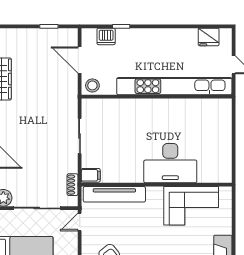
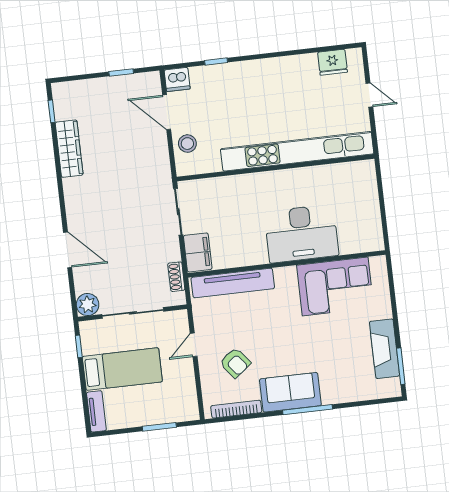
dishwasher: (106, 36) -> (177, 79), moved
kitchen unit: (174, 86) -> (297, 151), moved
wall: (157, 97) -> (275, 168), moved
filing cabinet: (91, 175) -> (198, 252), width x2.00
door: (80, 222) -> (194, 345), moved

